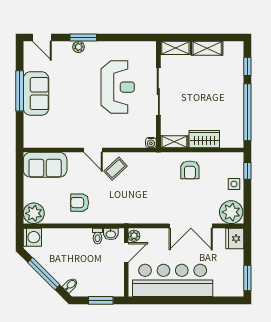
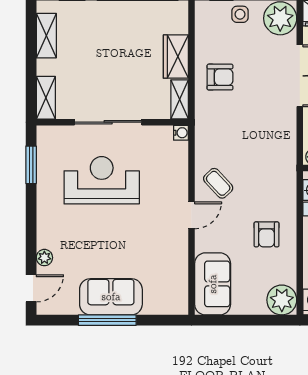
window: (83, 38) -> (31, 165), moved
plant: (79, 47) -> (44, 258), moved
shelving: (207, 48) -> (46, 36), moved

